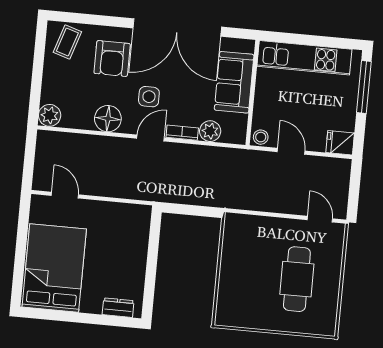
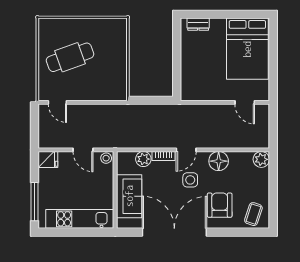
cafe table: (297, 279) -> (70, 57), turned 70

